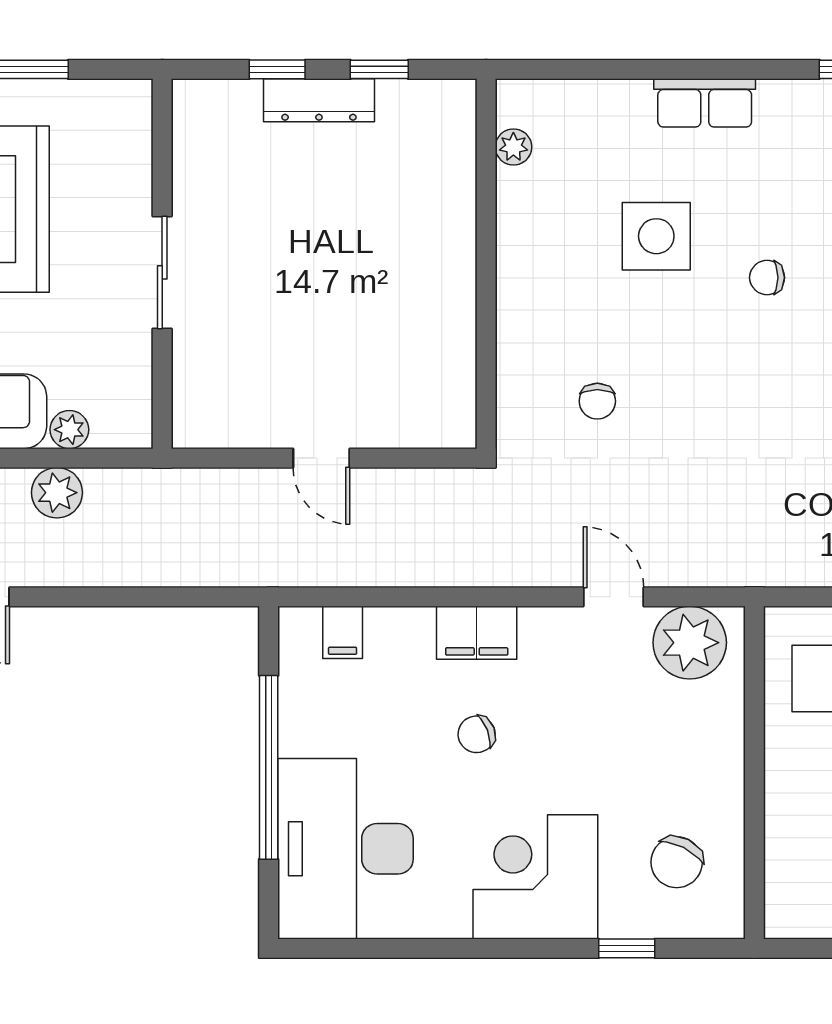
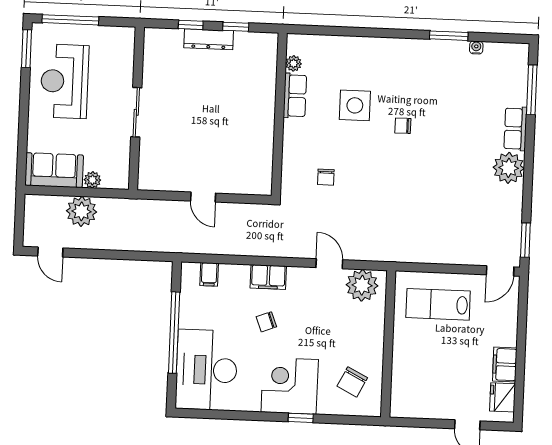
row of seats: (705, 103) -> (295, 96), moved, turned -90
plant: (57, 493) -> (81, 211), width x1.36, depth x1.36
window: (627, 948) -> (301, 418), moved

